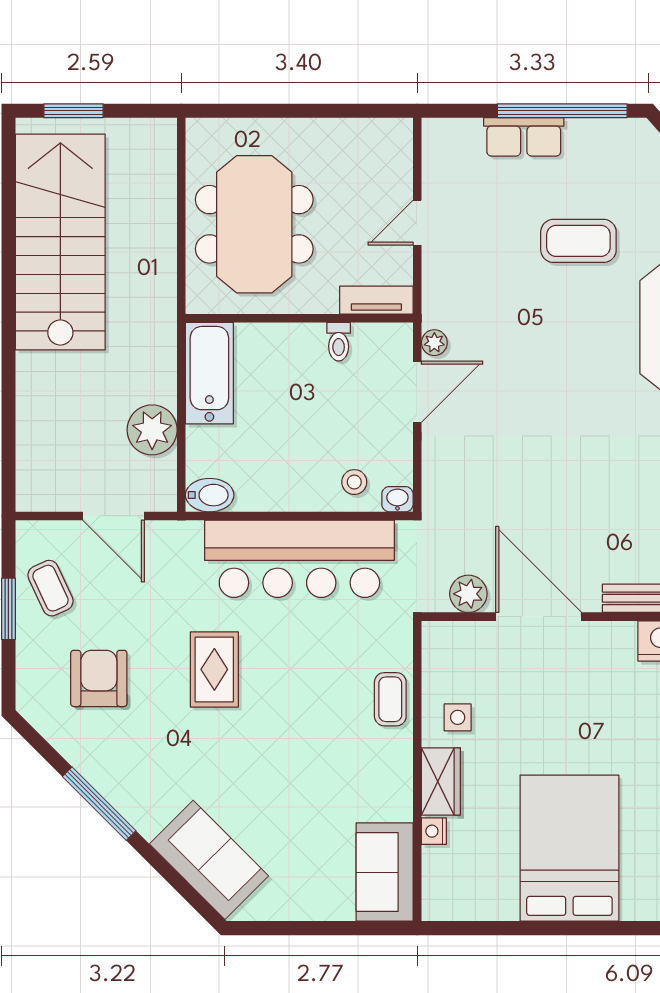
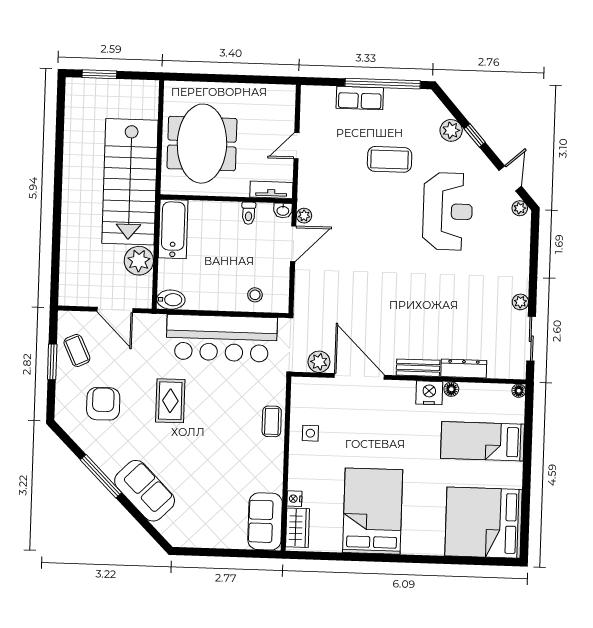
stairs: (60, 242) -> (130, 182), moved, turned 180
washbasin: (397, 499) -> (283, 210), moved, turned 180
wardrobe: (441, 781) -> (298, 528), moved
sofa: (209, 860) -> (145, 491), moved

